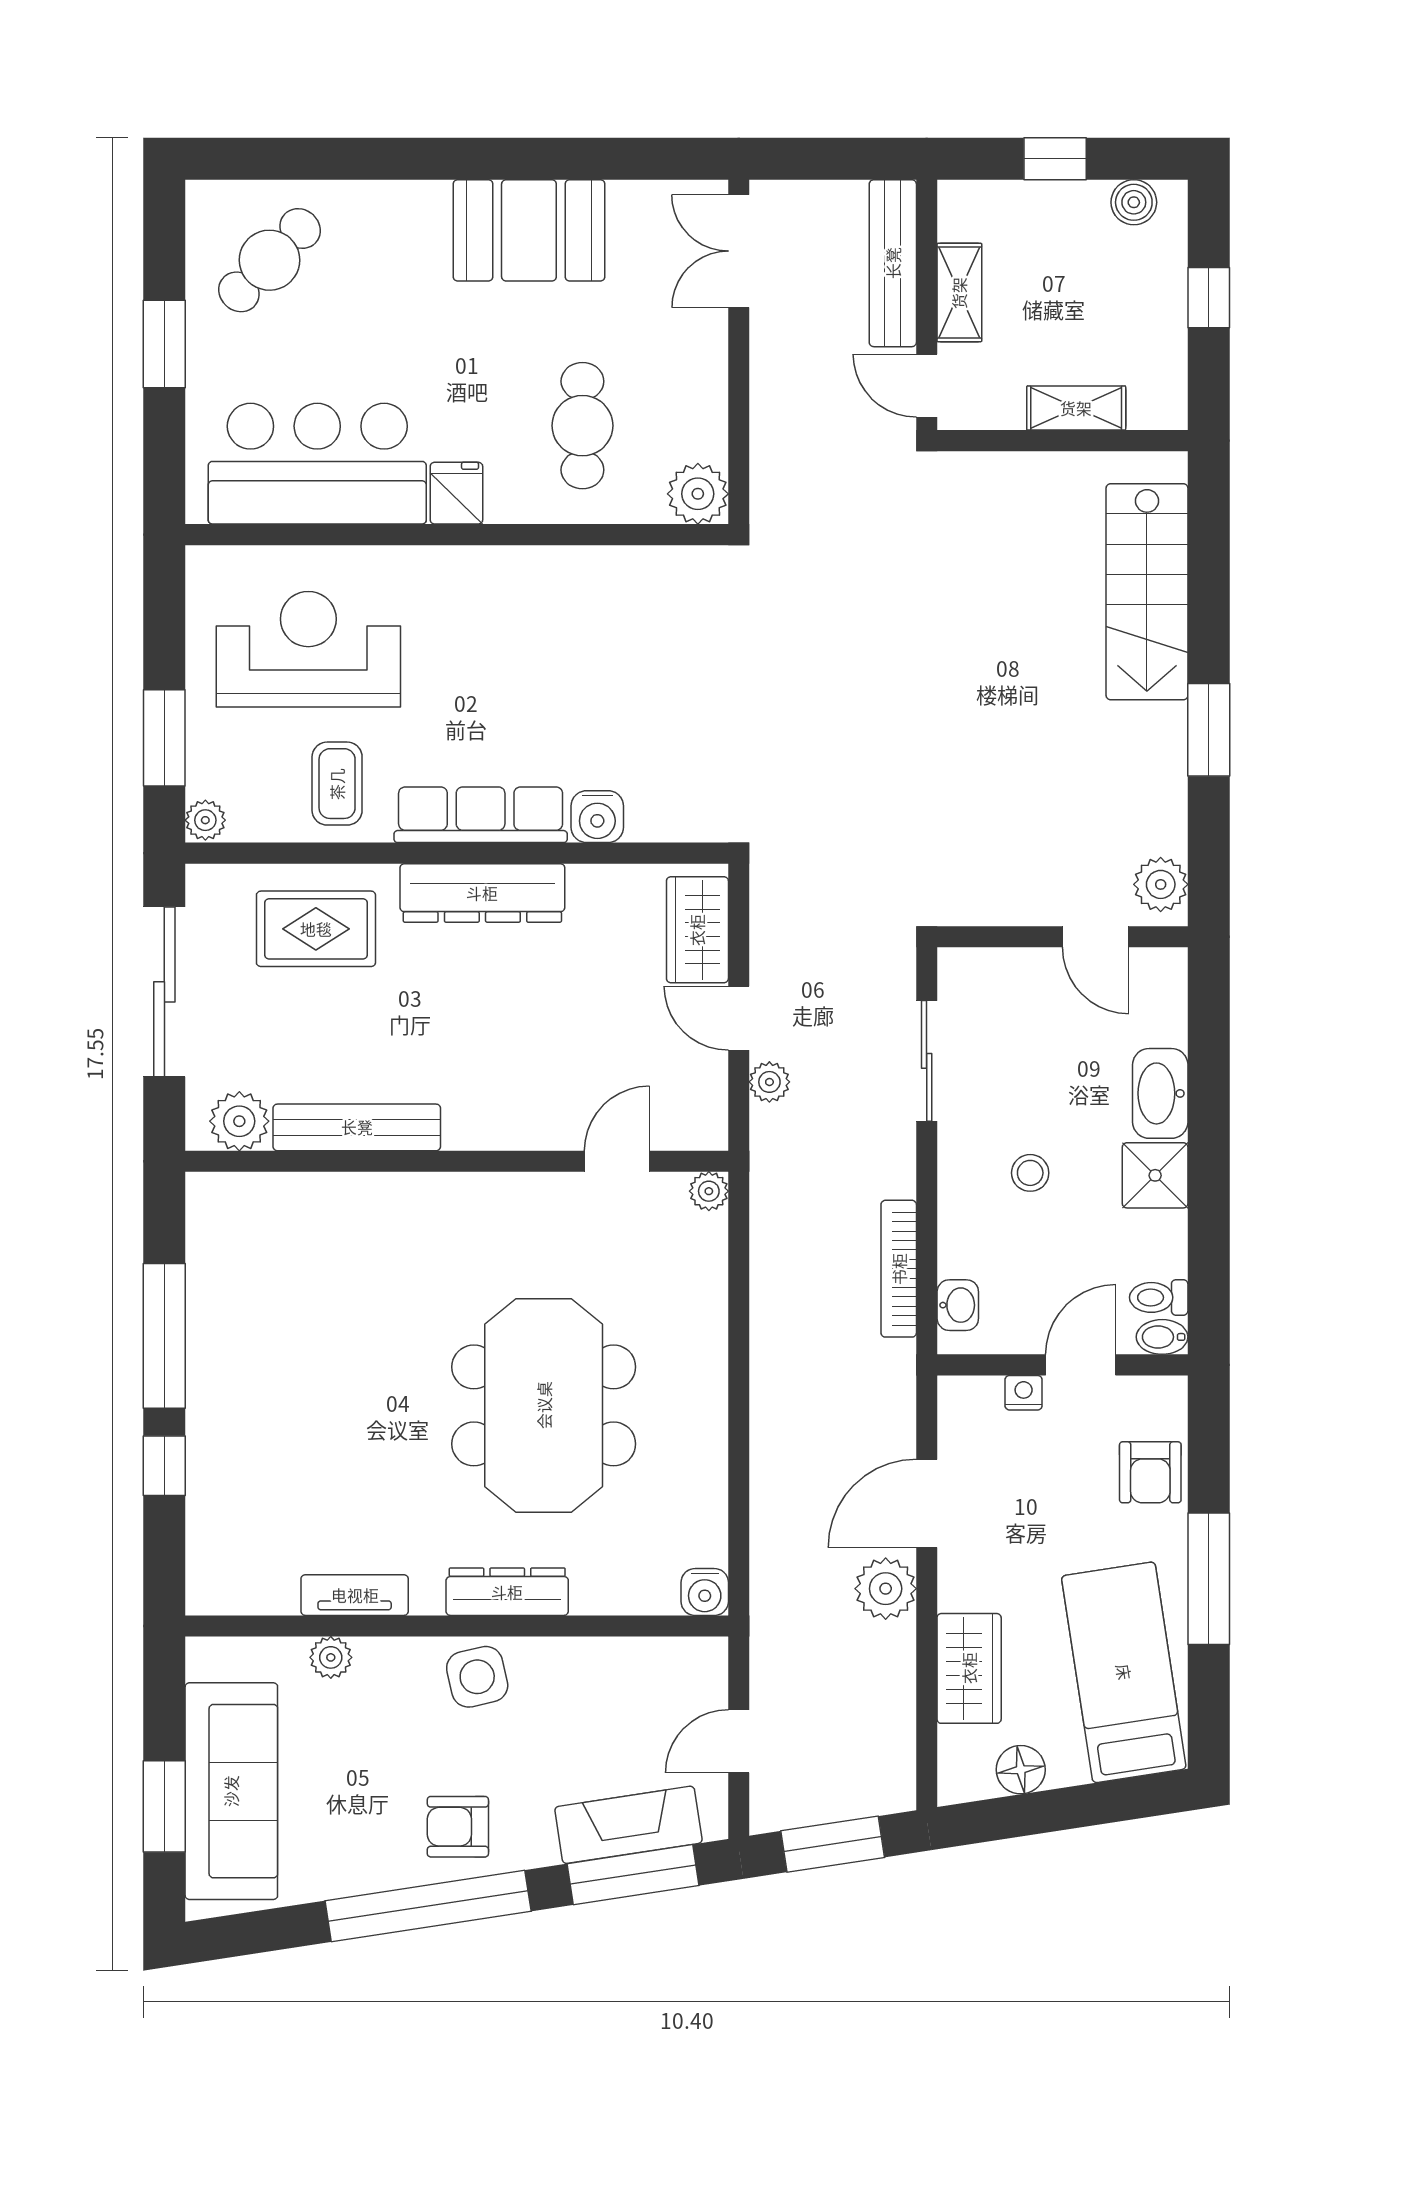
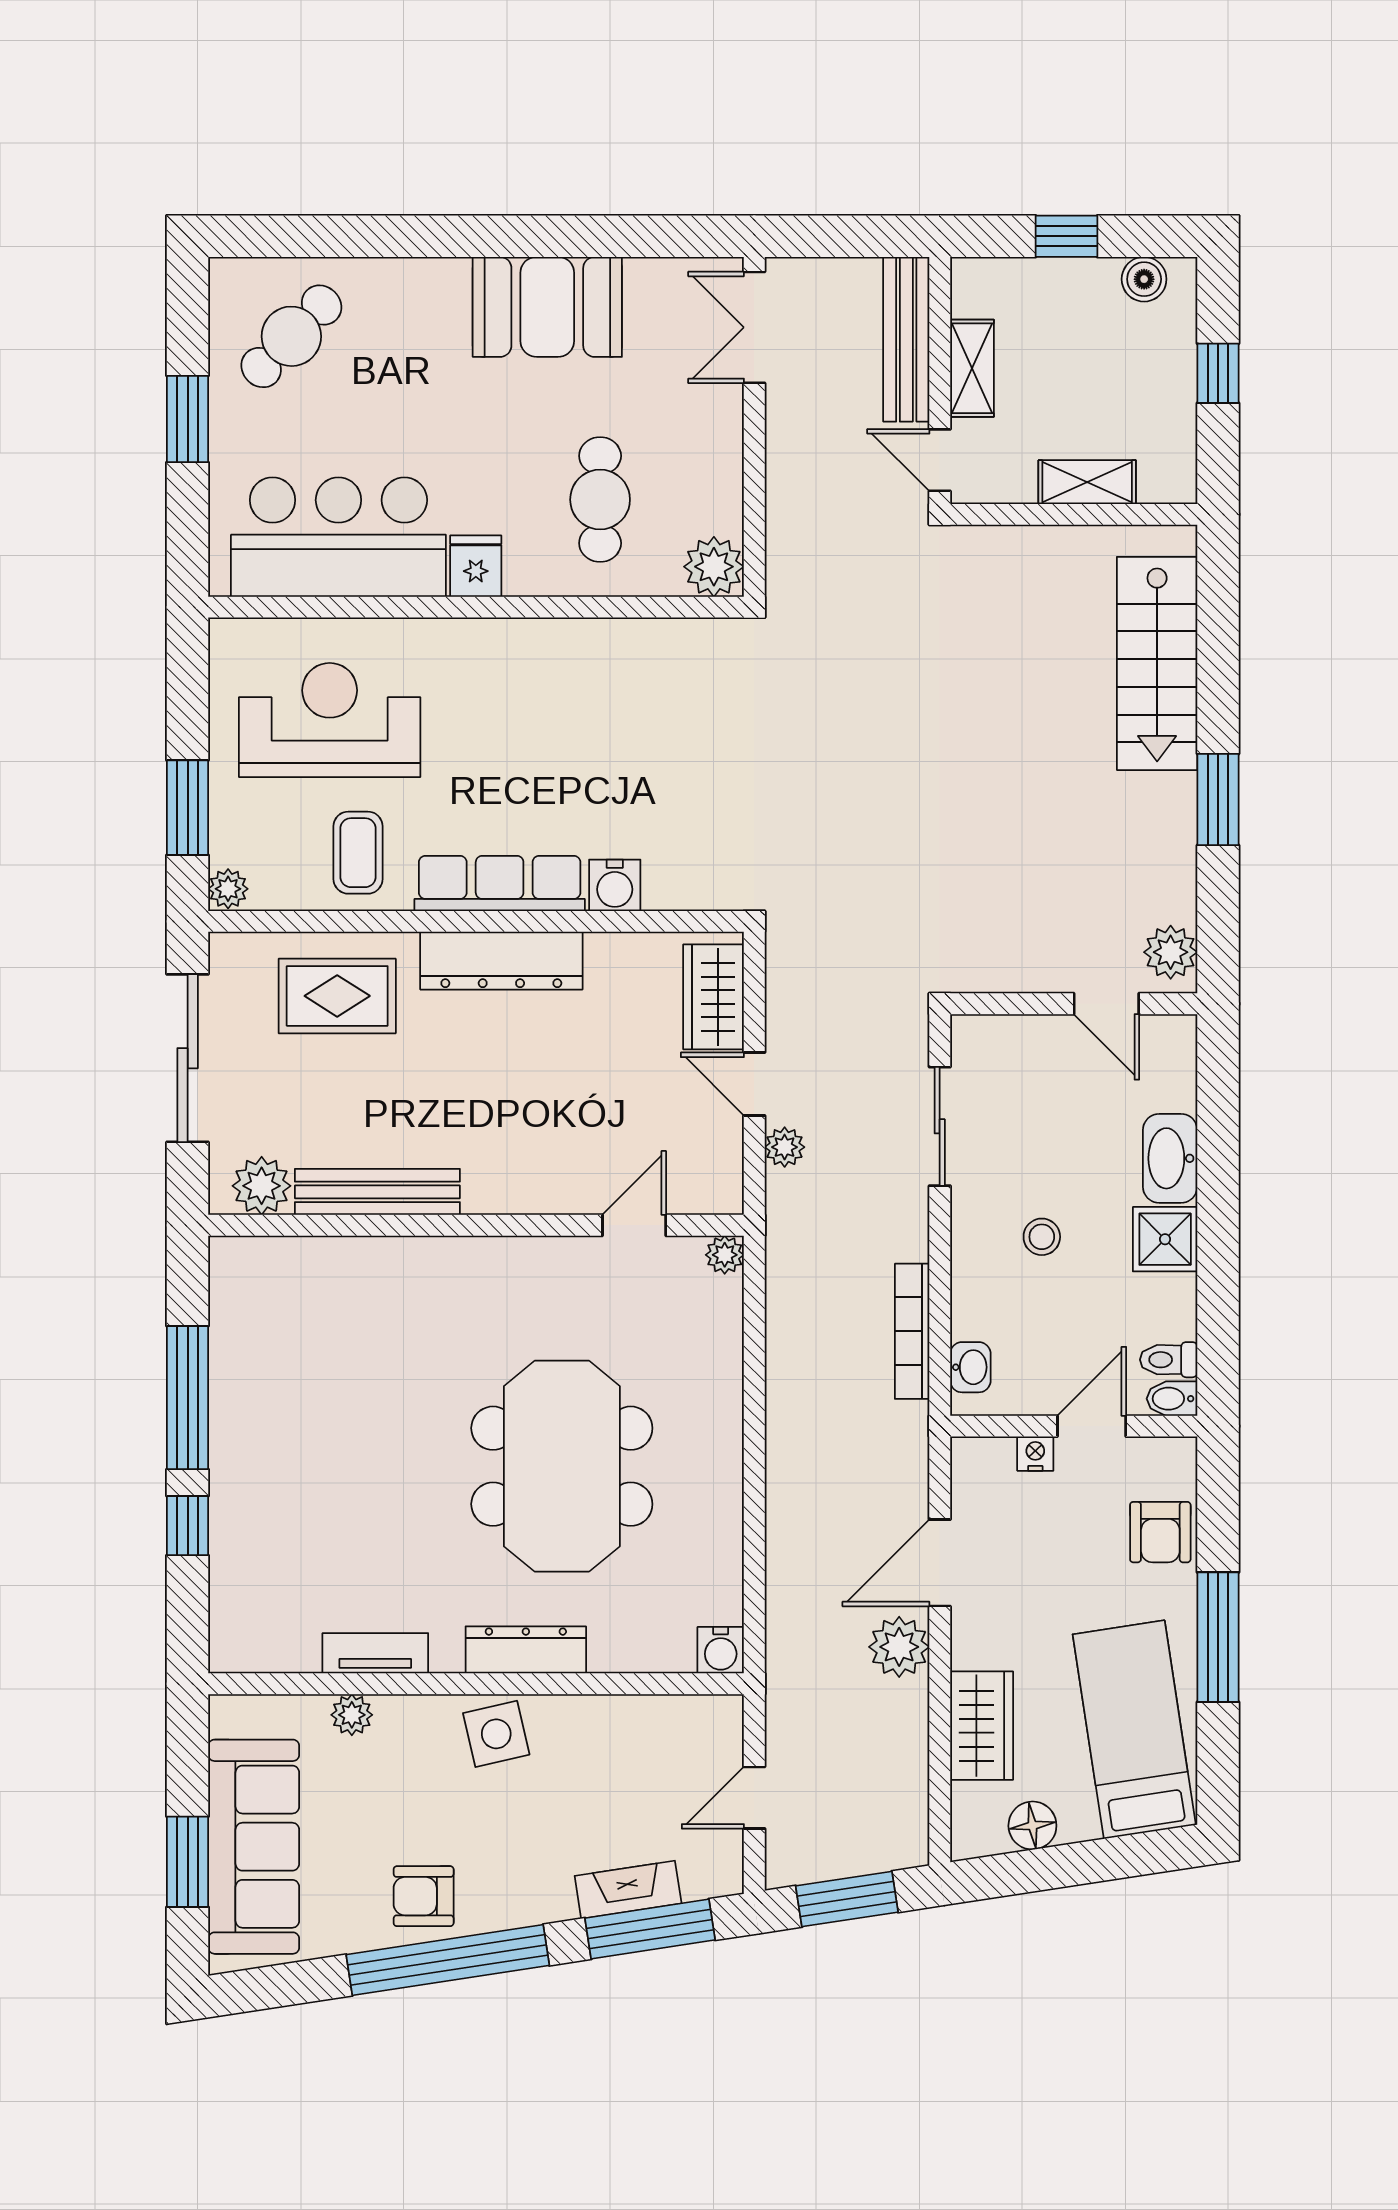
fireplace: (628, 1825) -> (628, 1890), width x0.73, depth x0.76
armchair: (458, 1827) -> (424, 1896), moved

